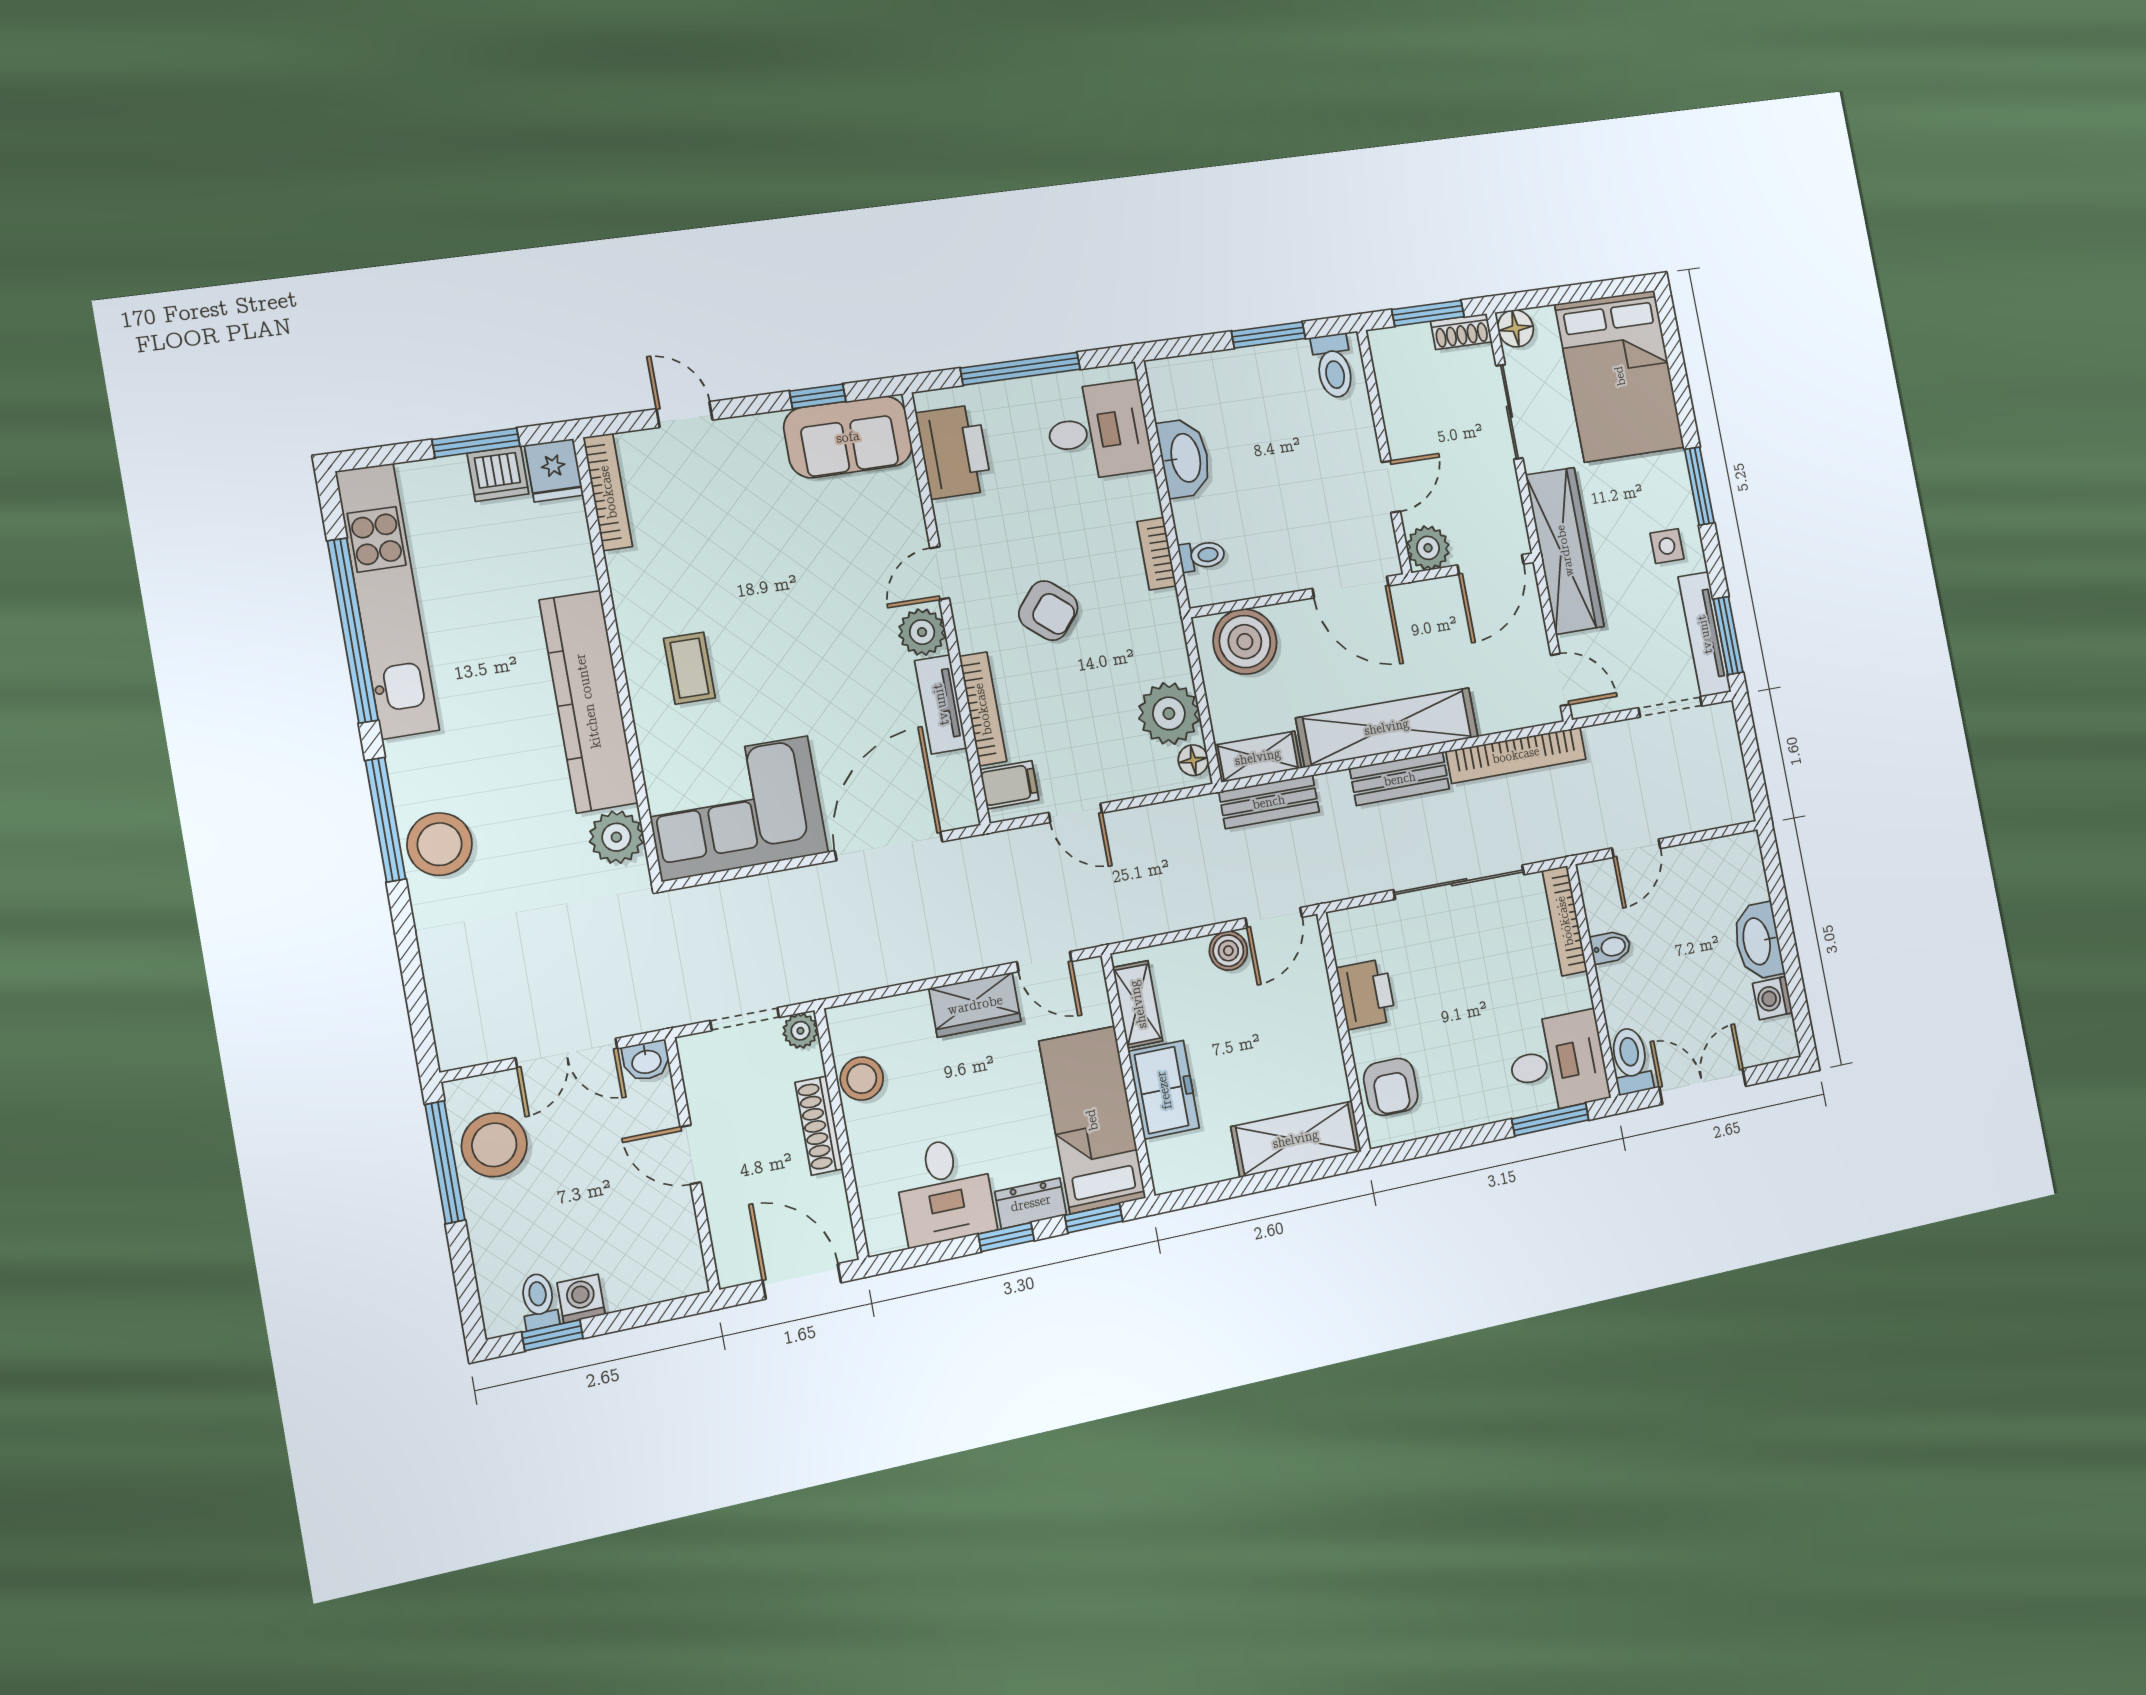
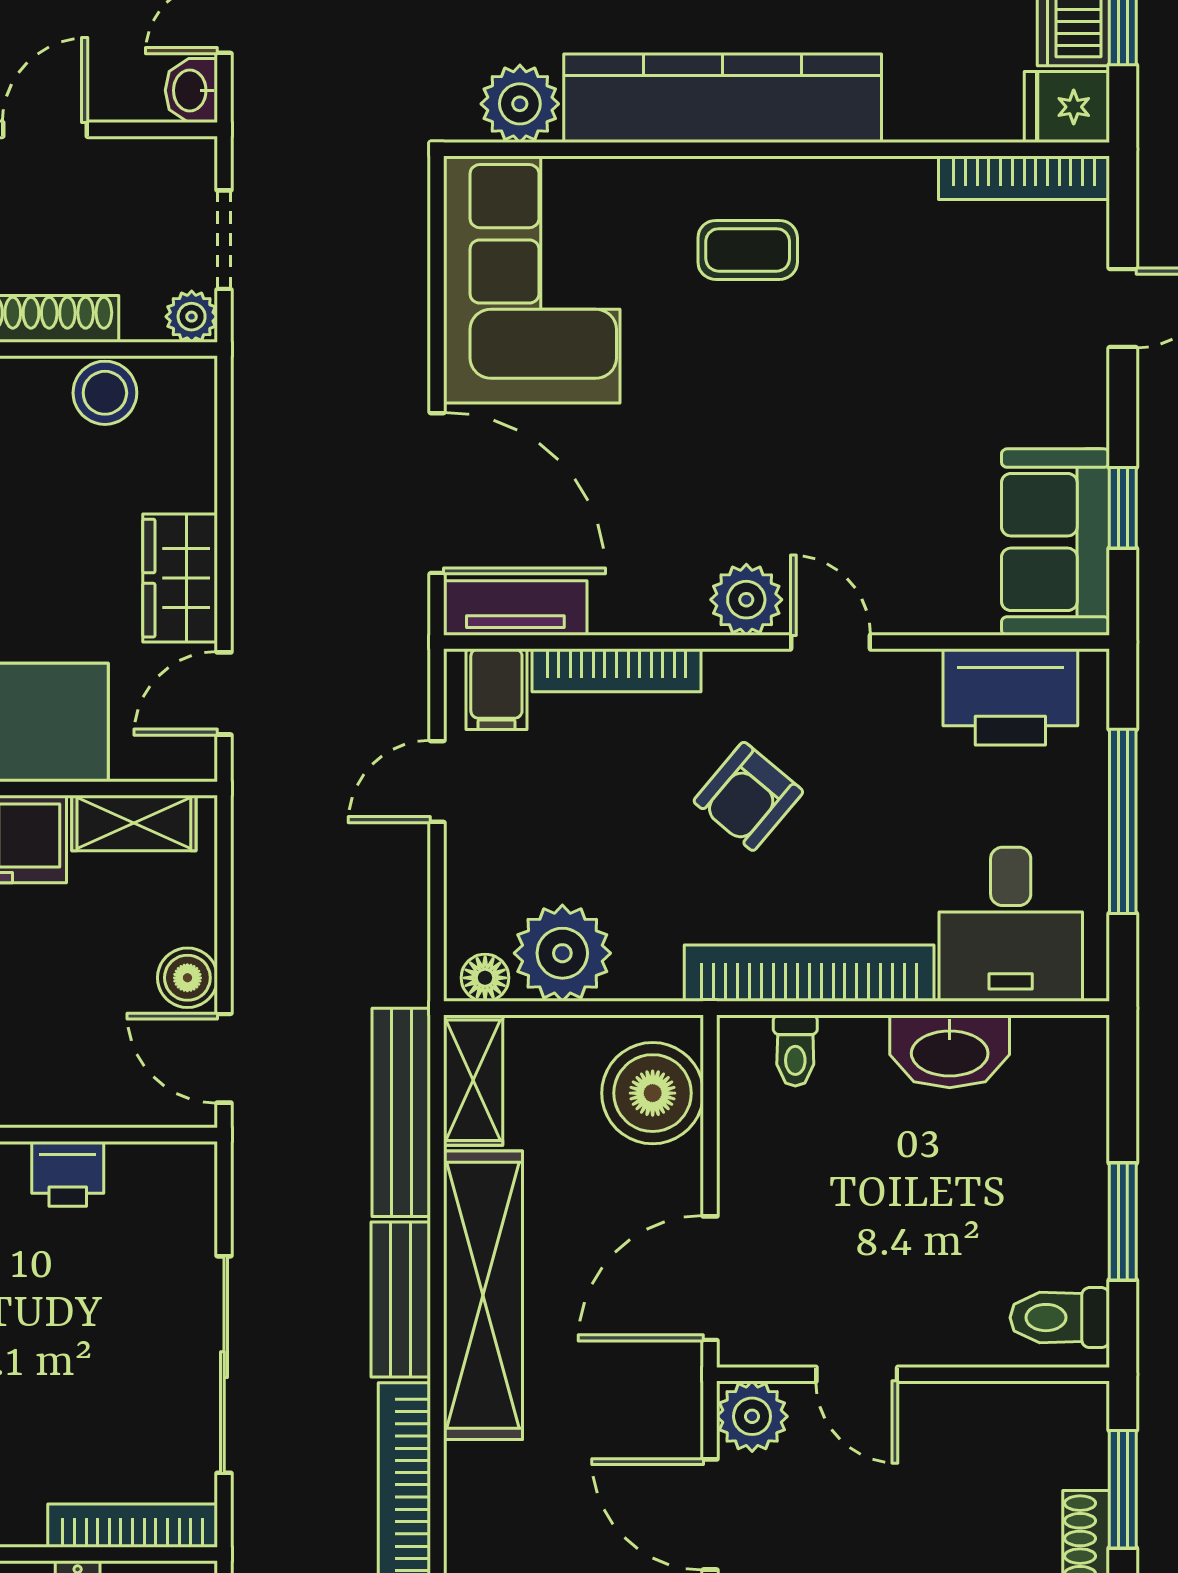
bookcase: (1157, 554) -> (809, 973), width x2.31, depth x1.31
tv unit: (941, 704) -> (515, 608), moved
bench: (1269, 802) -> (401, 1112), width x1.36
printer: (1366, 994) -> (68, 1174), width x0.73, depth x0.81

